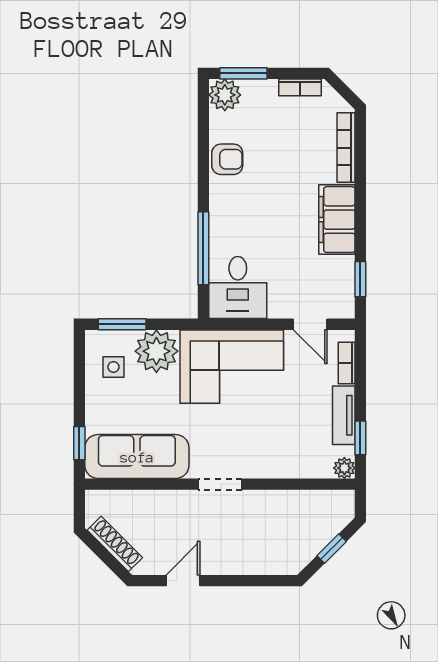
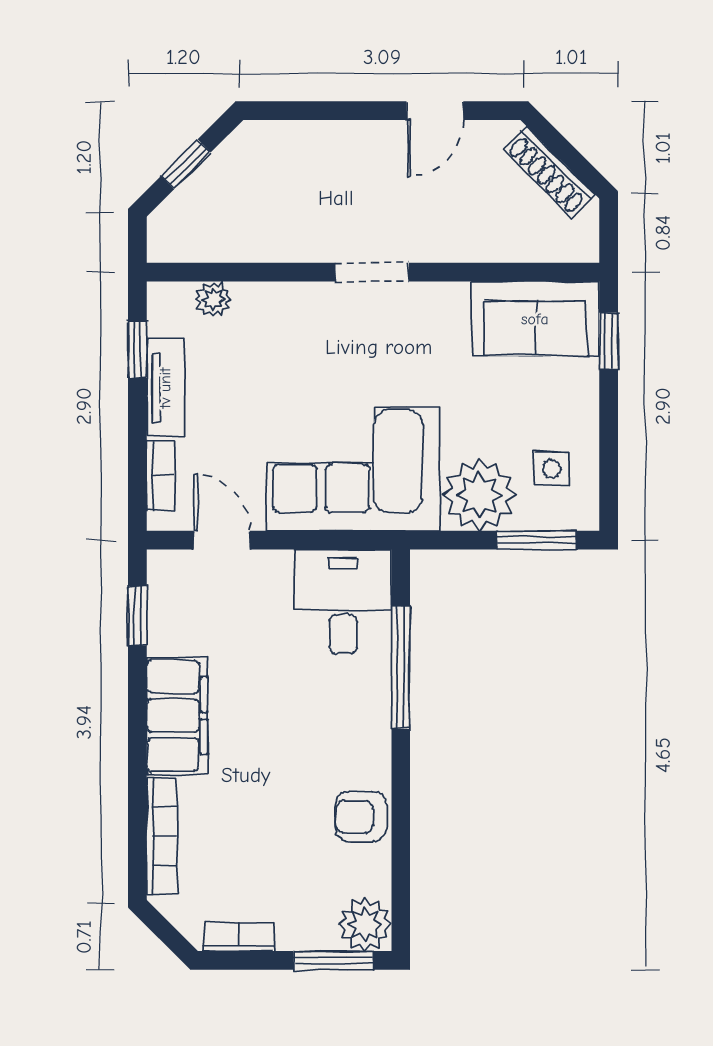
sofa: (137, 457) -> (535, 319), width x0.73
plant: (344, 468) -> (213, 299), moved

